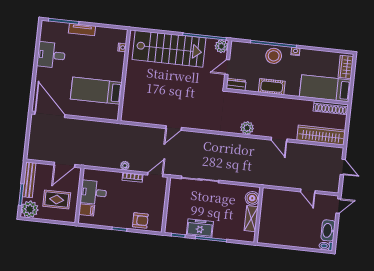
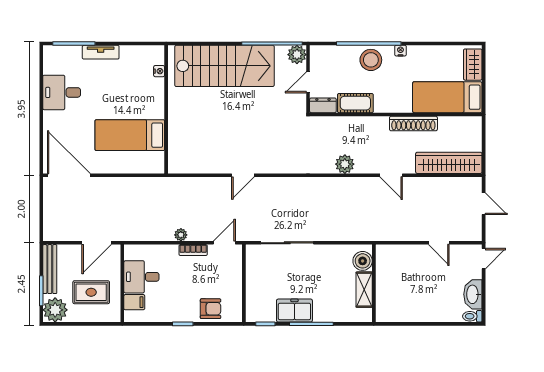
cot: (272, 87) -> (355, 103), moved
shoe rack: (331, 108) -> (413, 124), moved

